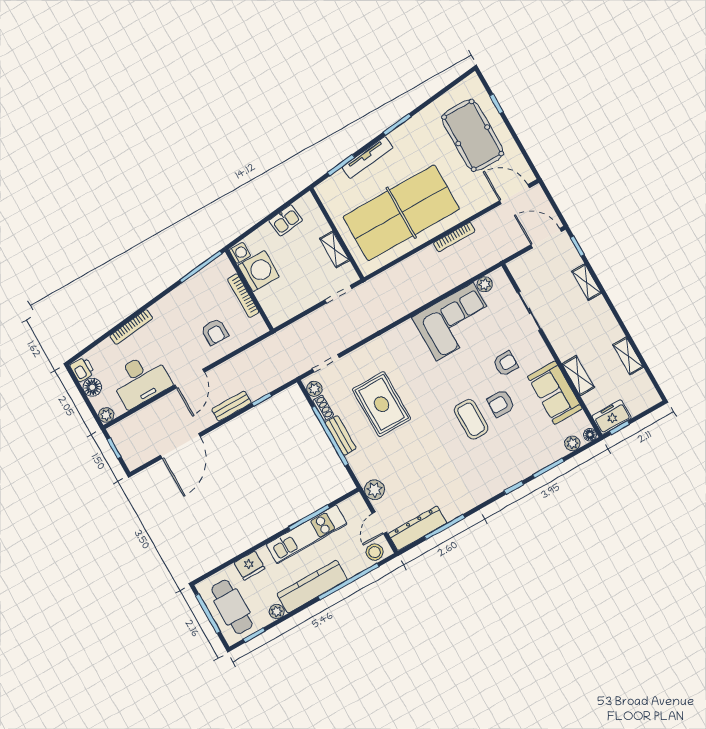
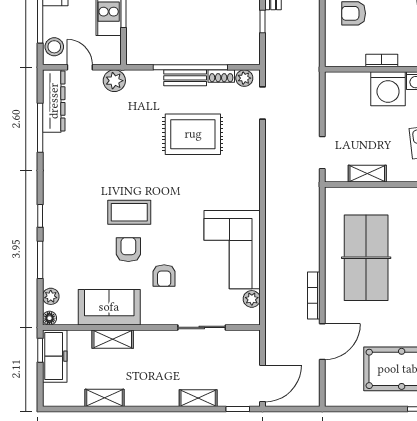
door: (514, 194) -> (322, 342), moved
table tennis table: (401, 213) -> (366, 258), width x0.73, depth x0.76
bookcase: (243, 296) -> (382, 61), width x0.64
freezer: (612, 417) -> (55, 356), width x1.40

